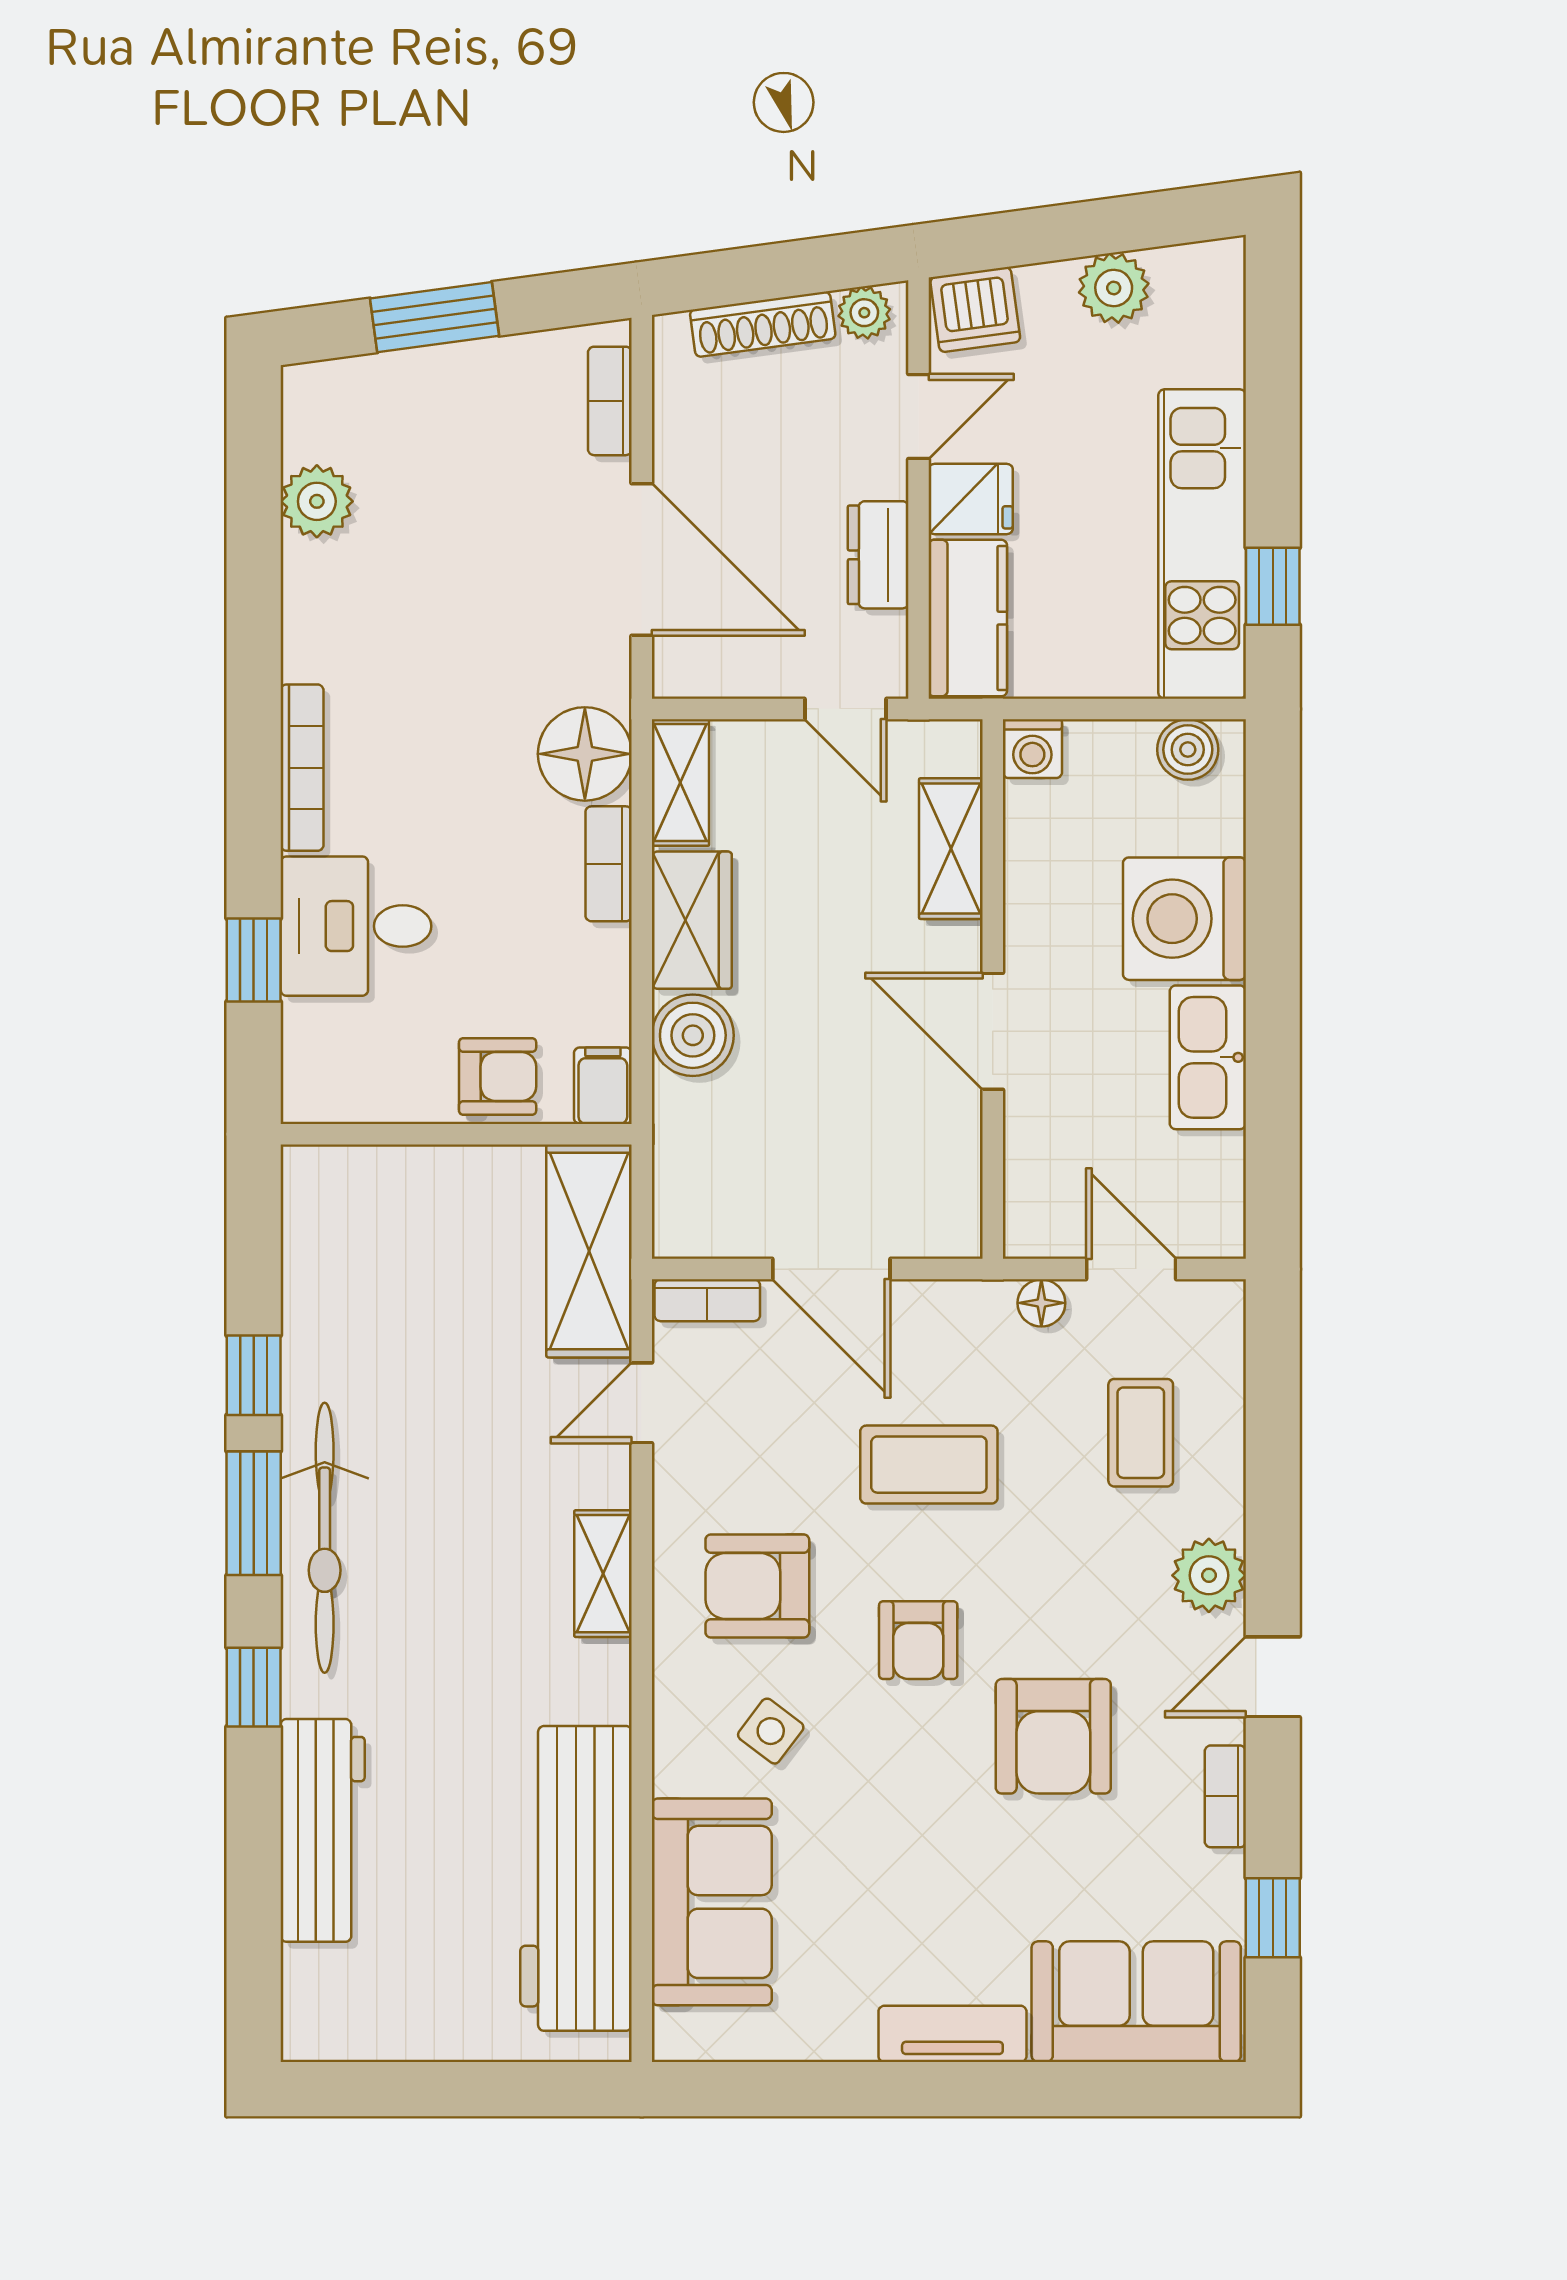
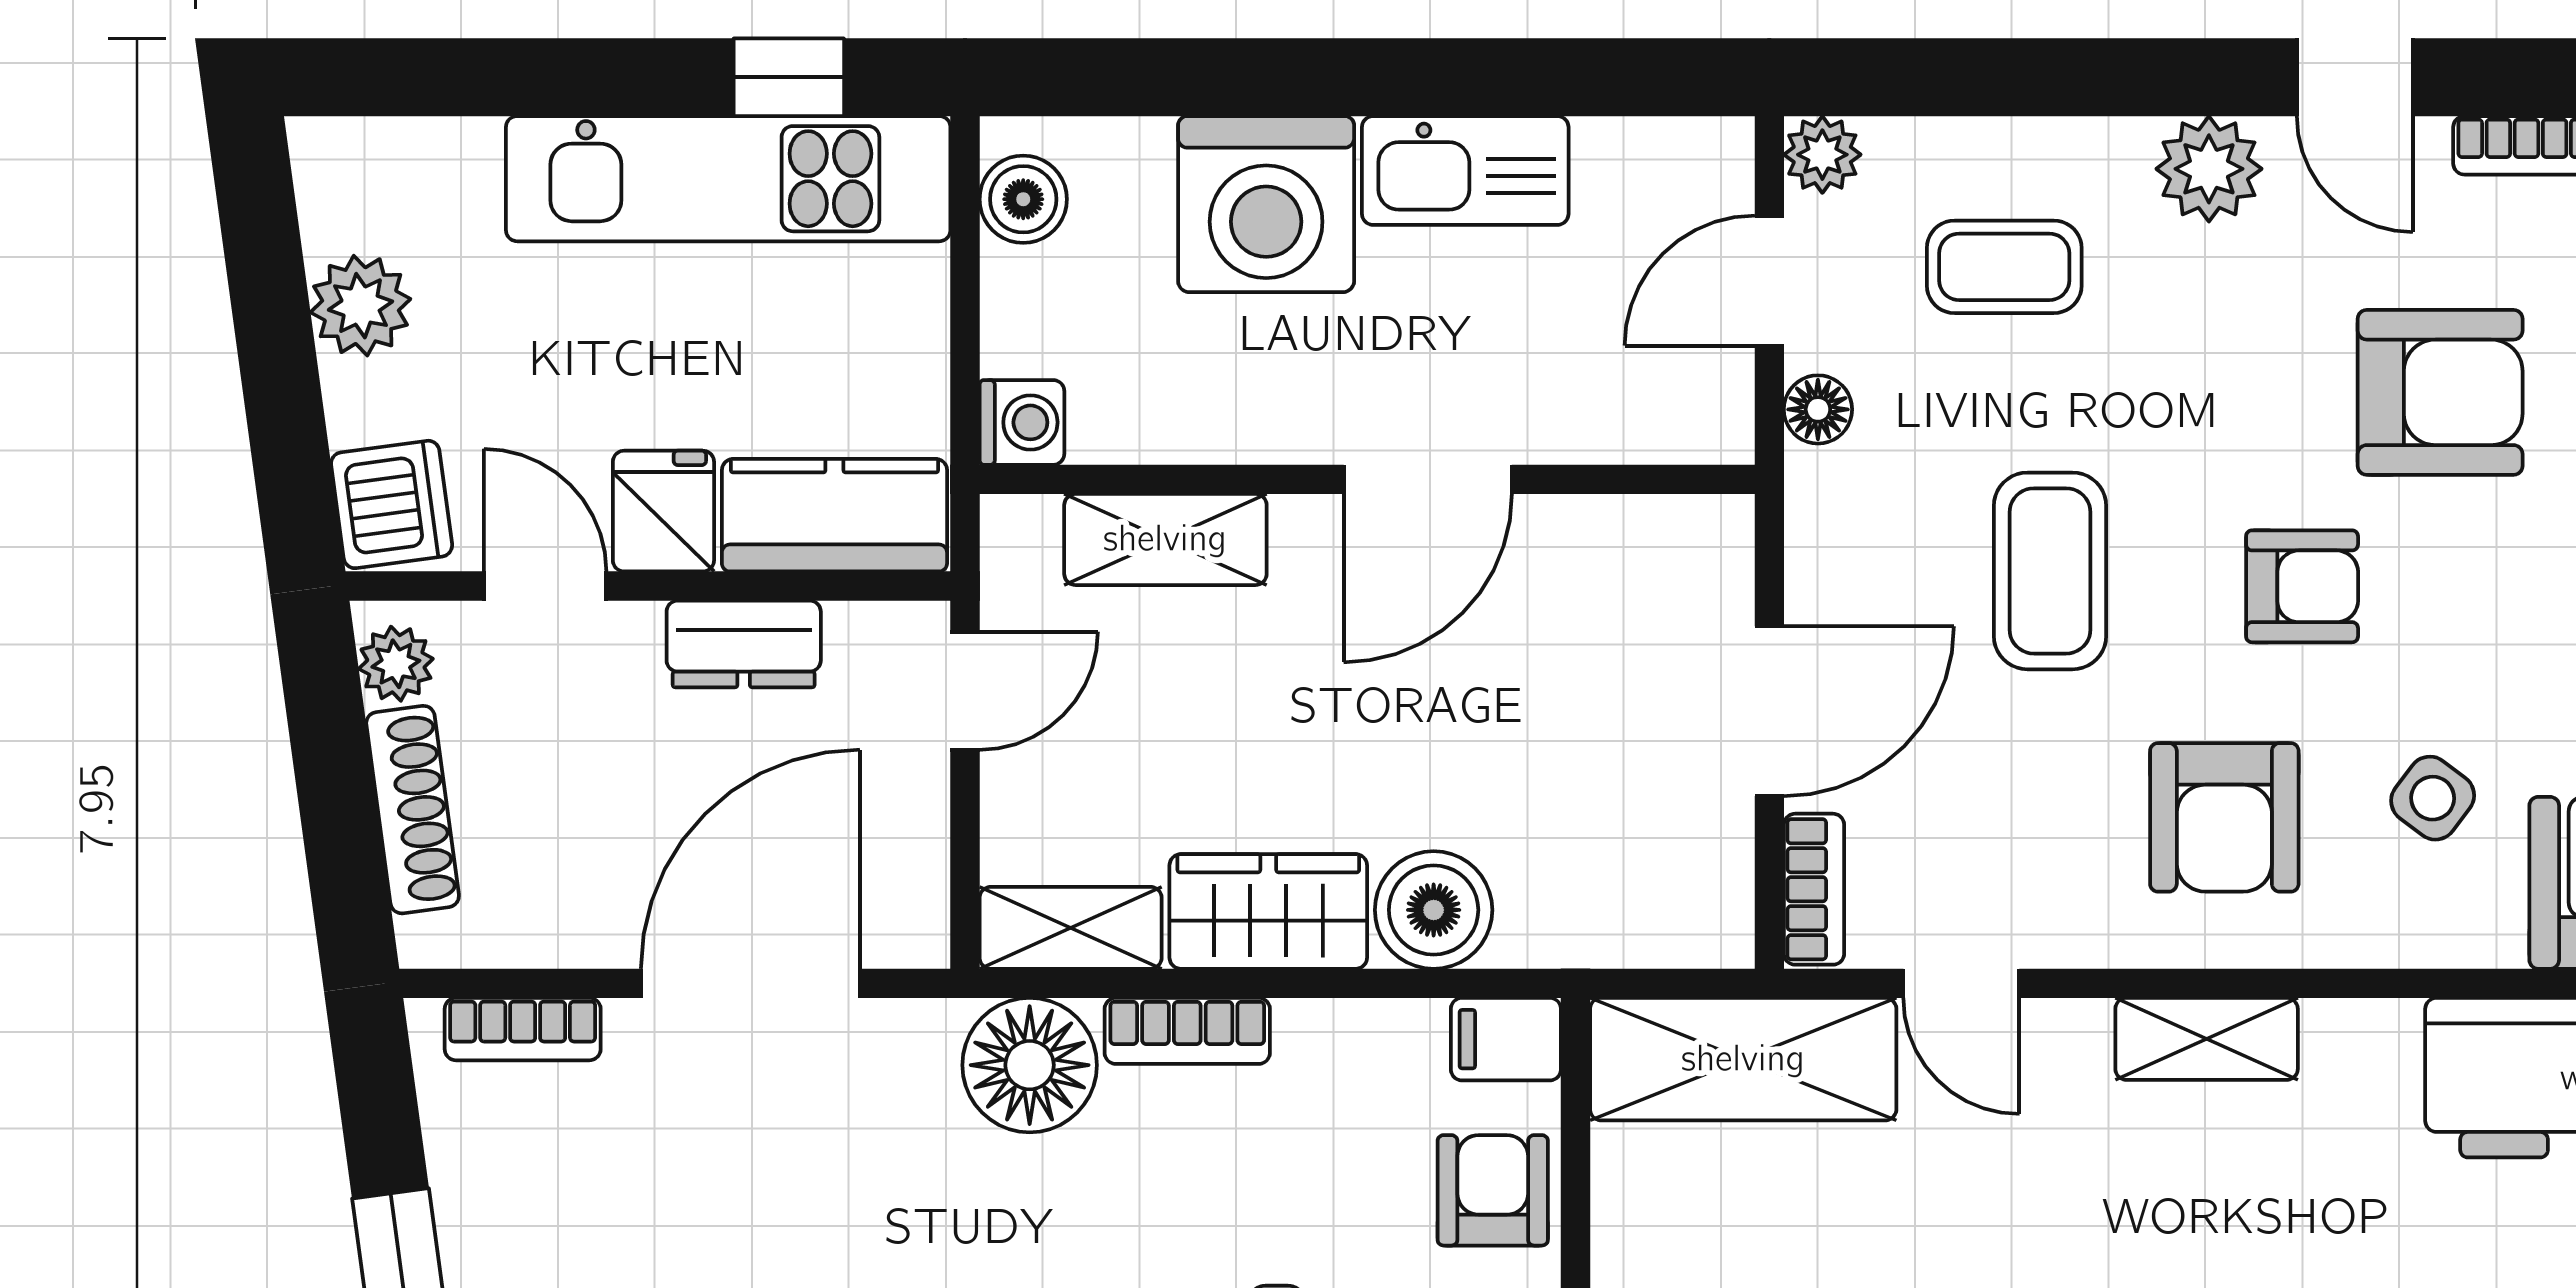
plant: (1219, 1306) -> (1822, 155), added

